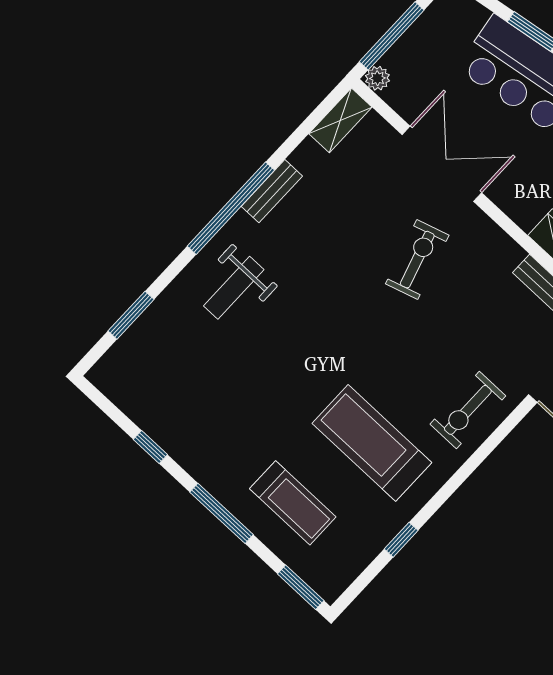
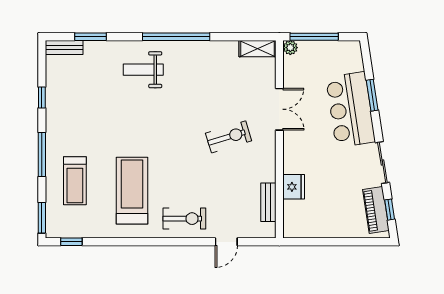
double door: (442, 164) -> (279, 109), width x0.73
bench: (272, 191) -> (64, 47), moved
exercise bike: (468, 410) -> (184, 219), turned 180
window: (401, 540) -> (71, 242), moved

